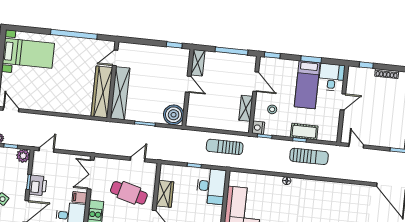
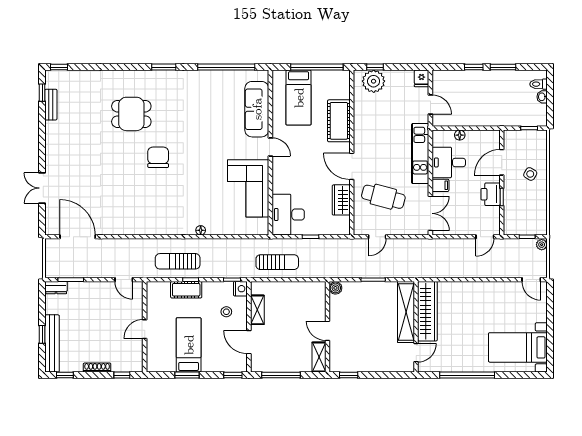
desk: (332, 77) -> (161, 357), removed
boiler: (174, 115) -> (335, 288), width x0.54, depth x0.54
plant: (23, 156) -> (511, 227), removed

